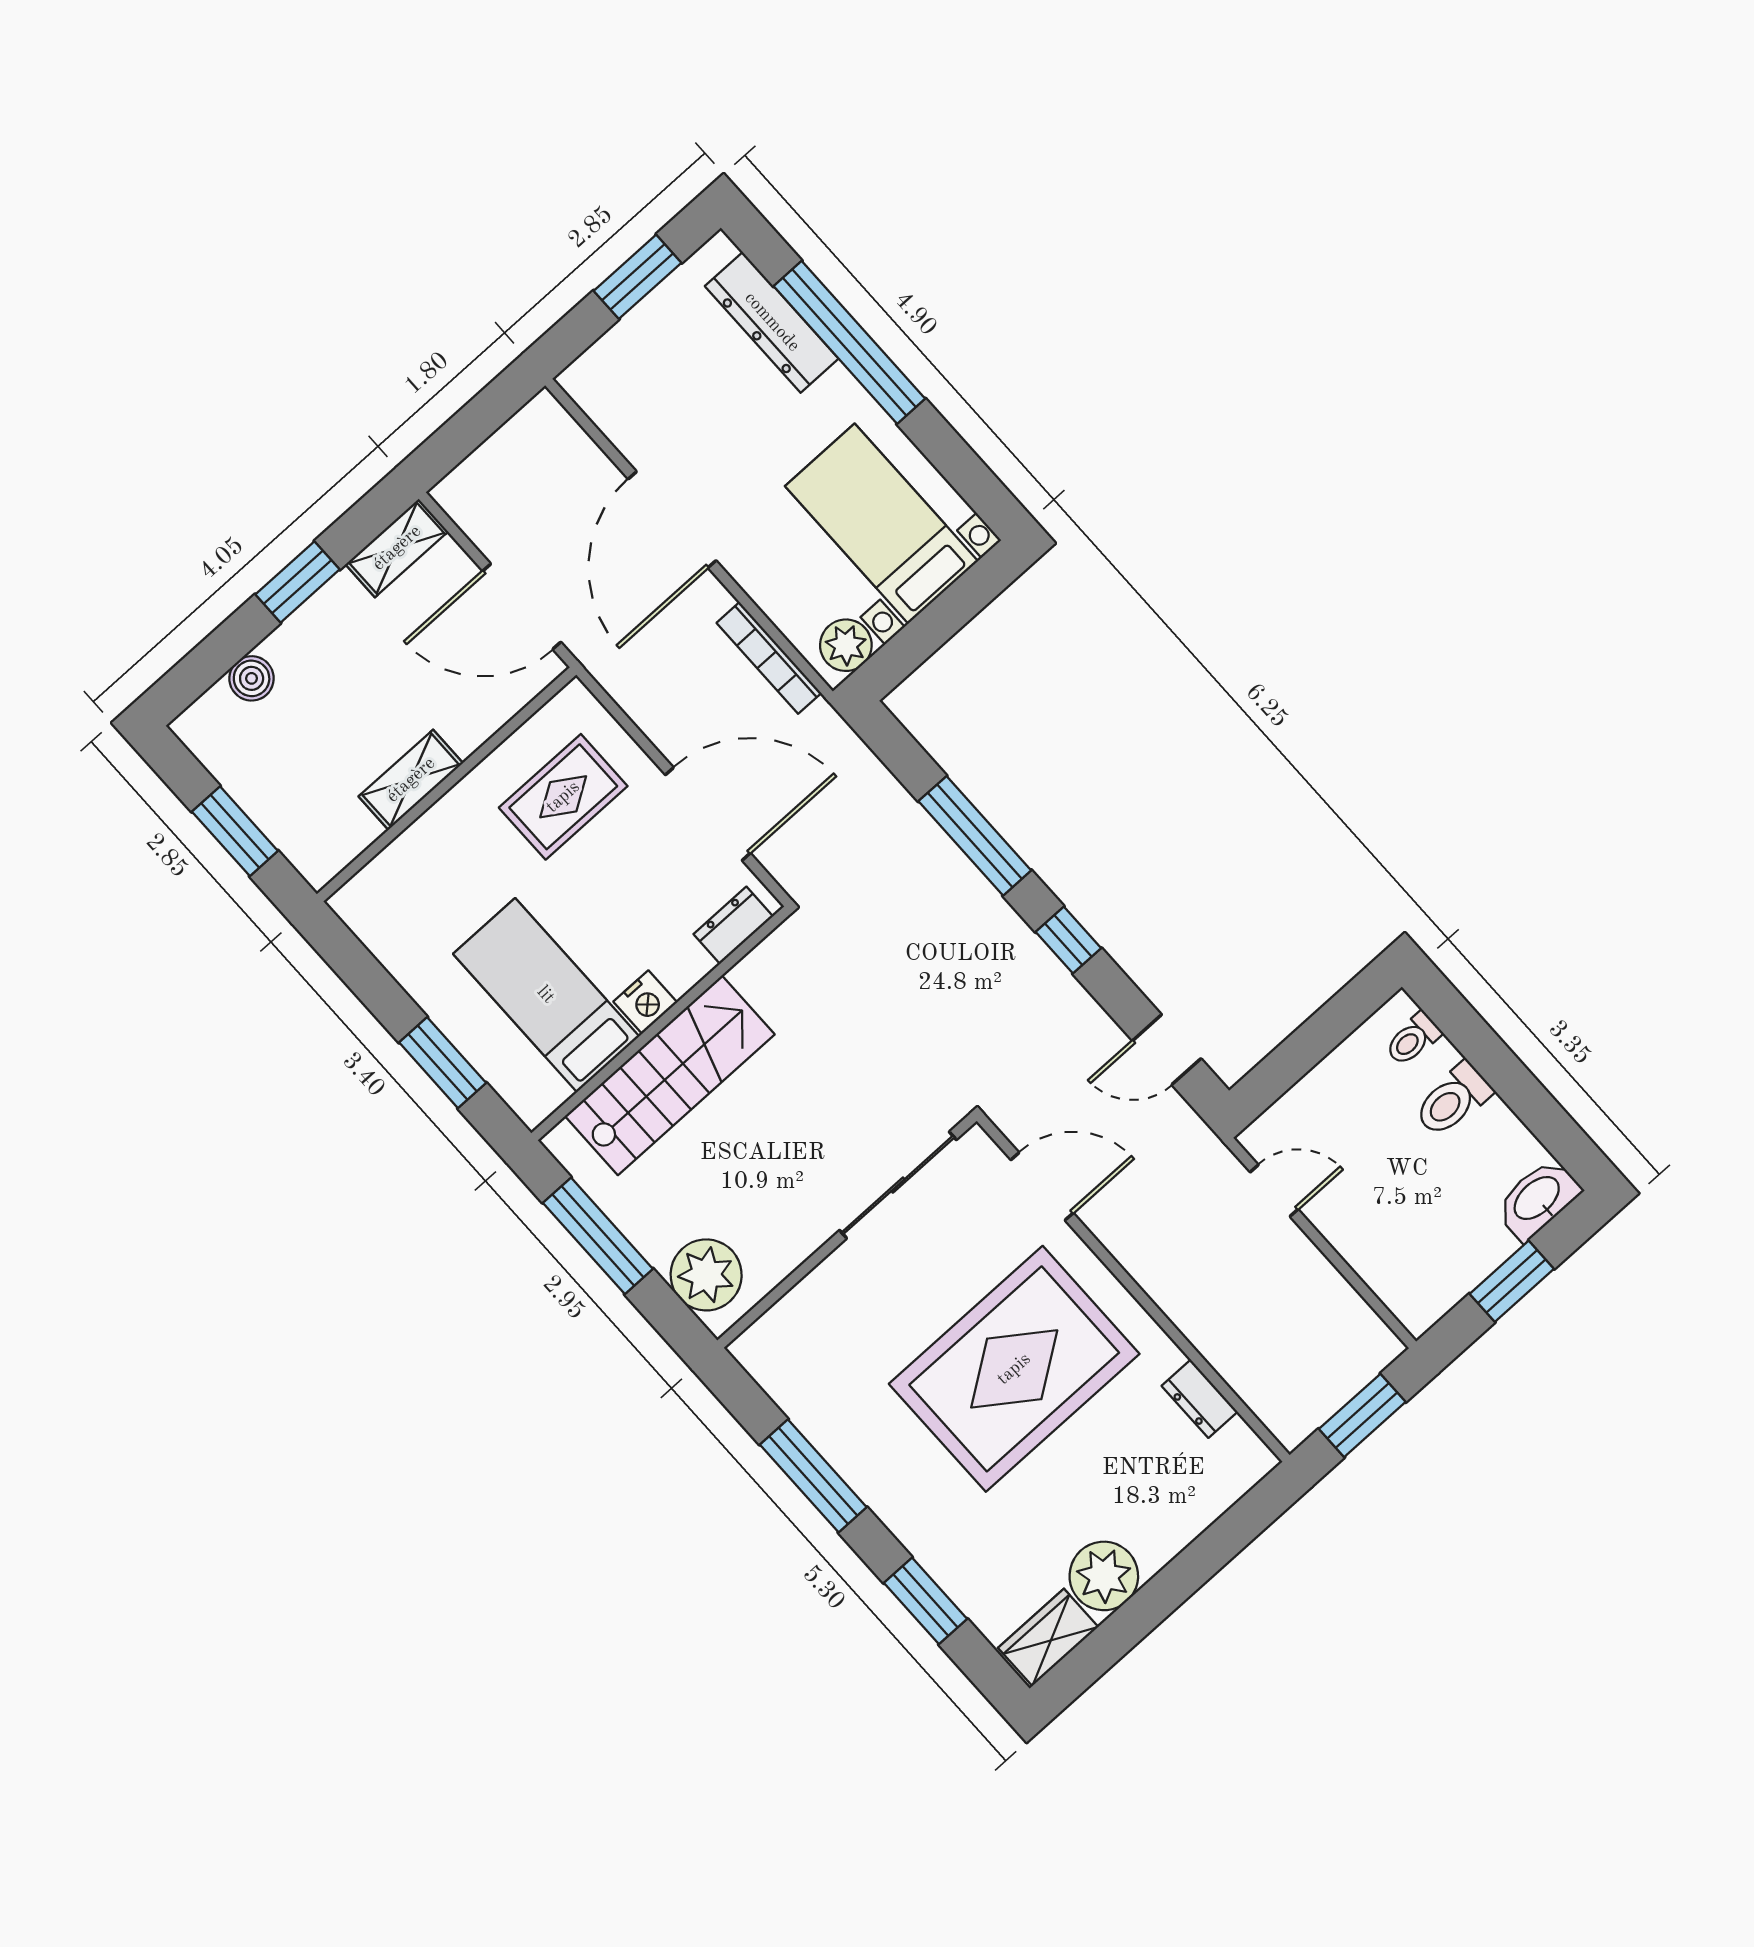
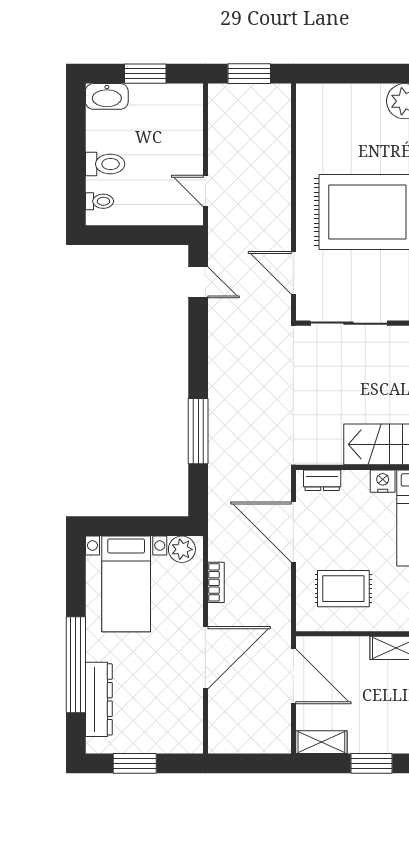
bookcase: (769, 658) -> (216, 582), width x0.64
window: (1068, 940) -> (198, 359), removed
dresser: (1200, 1399) -> (306, 136), removed

